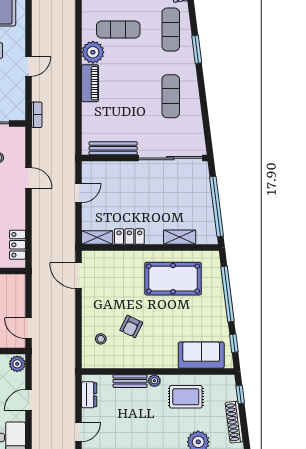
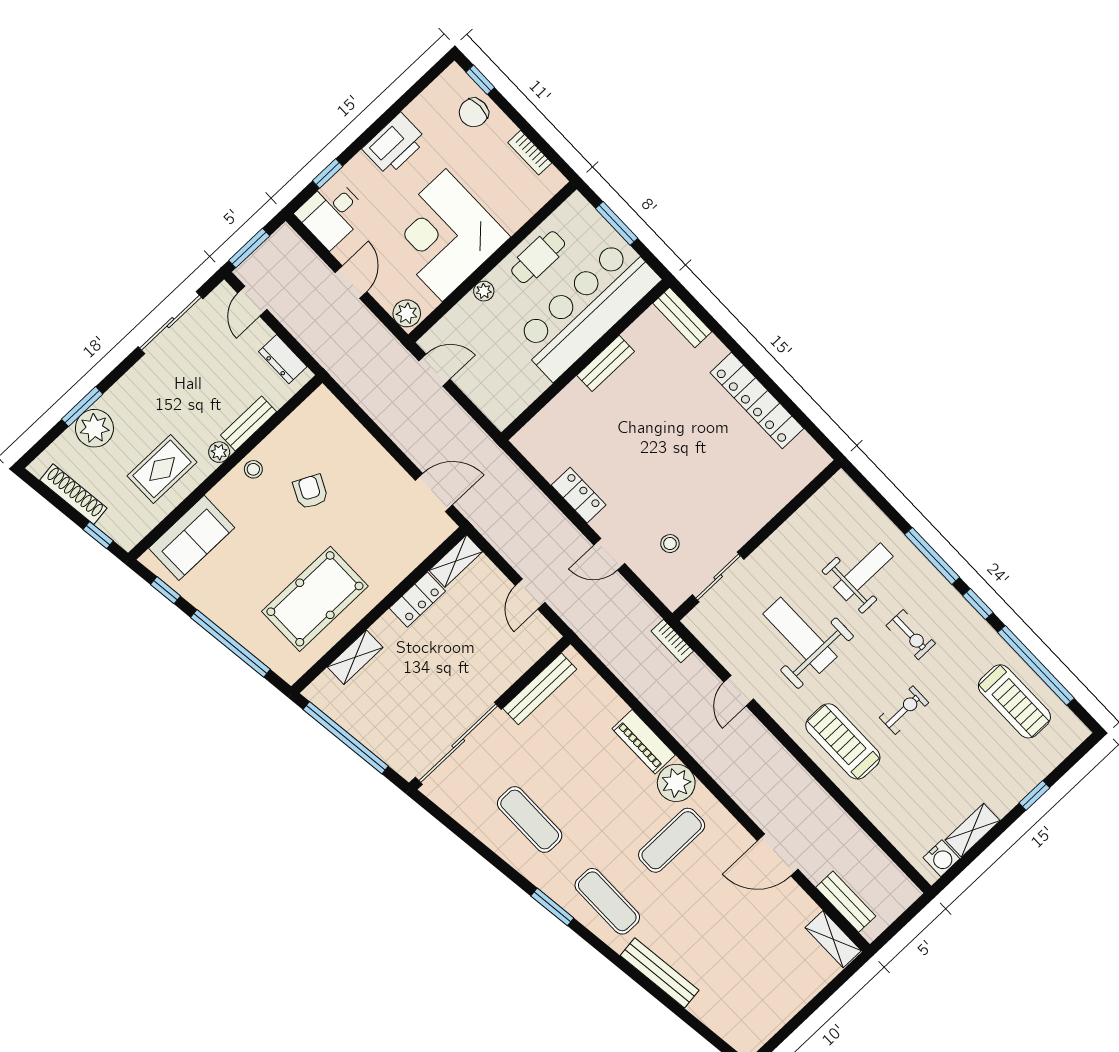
locker: (17, 245) -> (579, 495), moved
stool: (101, 339) -> (253, 469), moved

